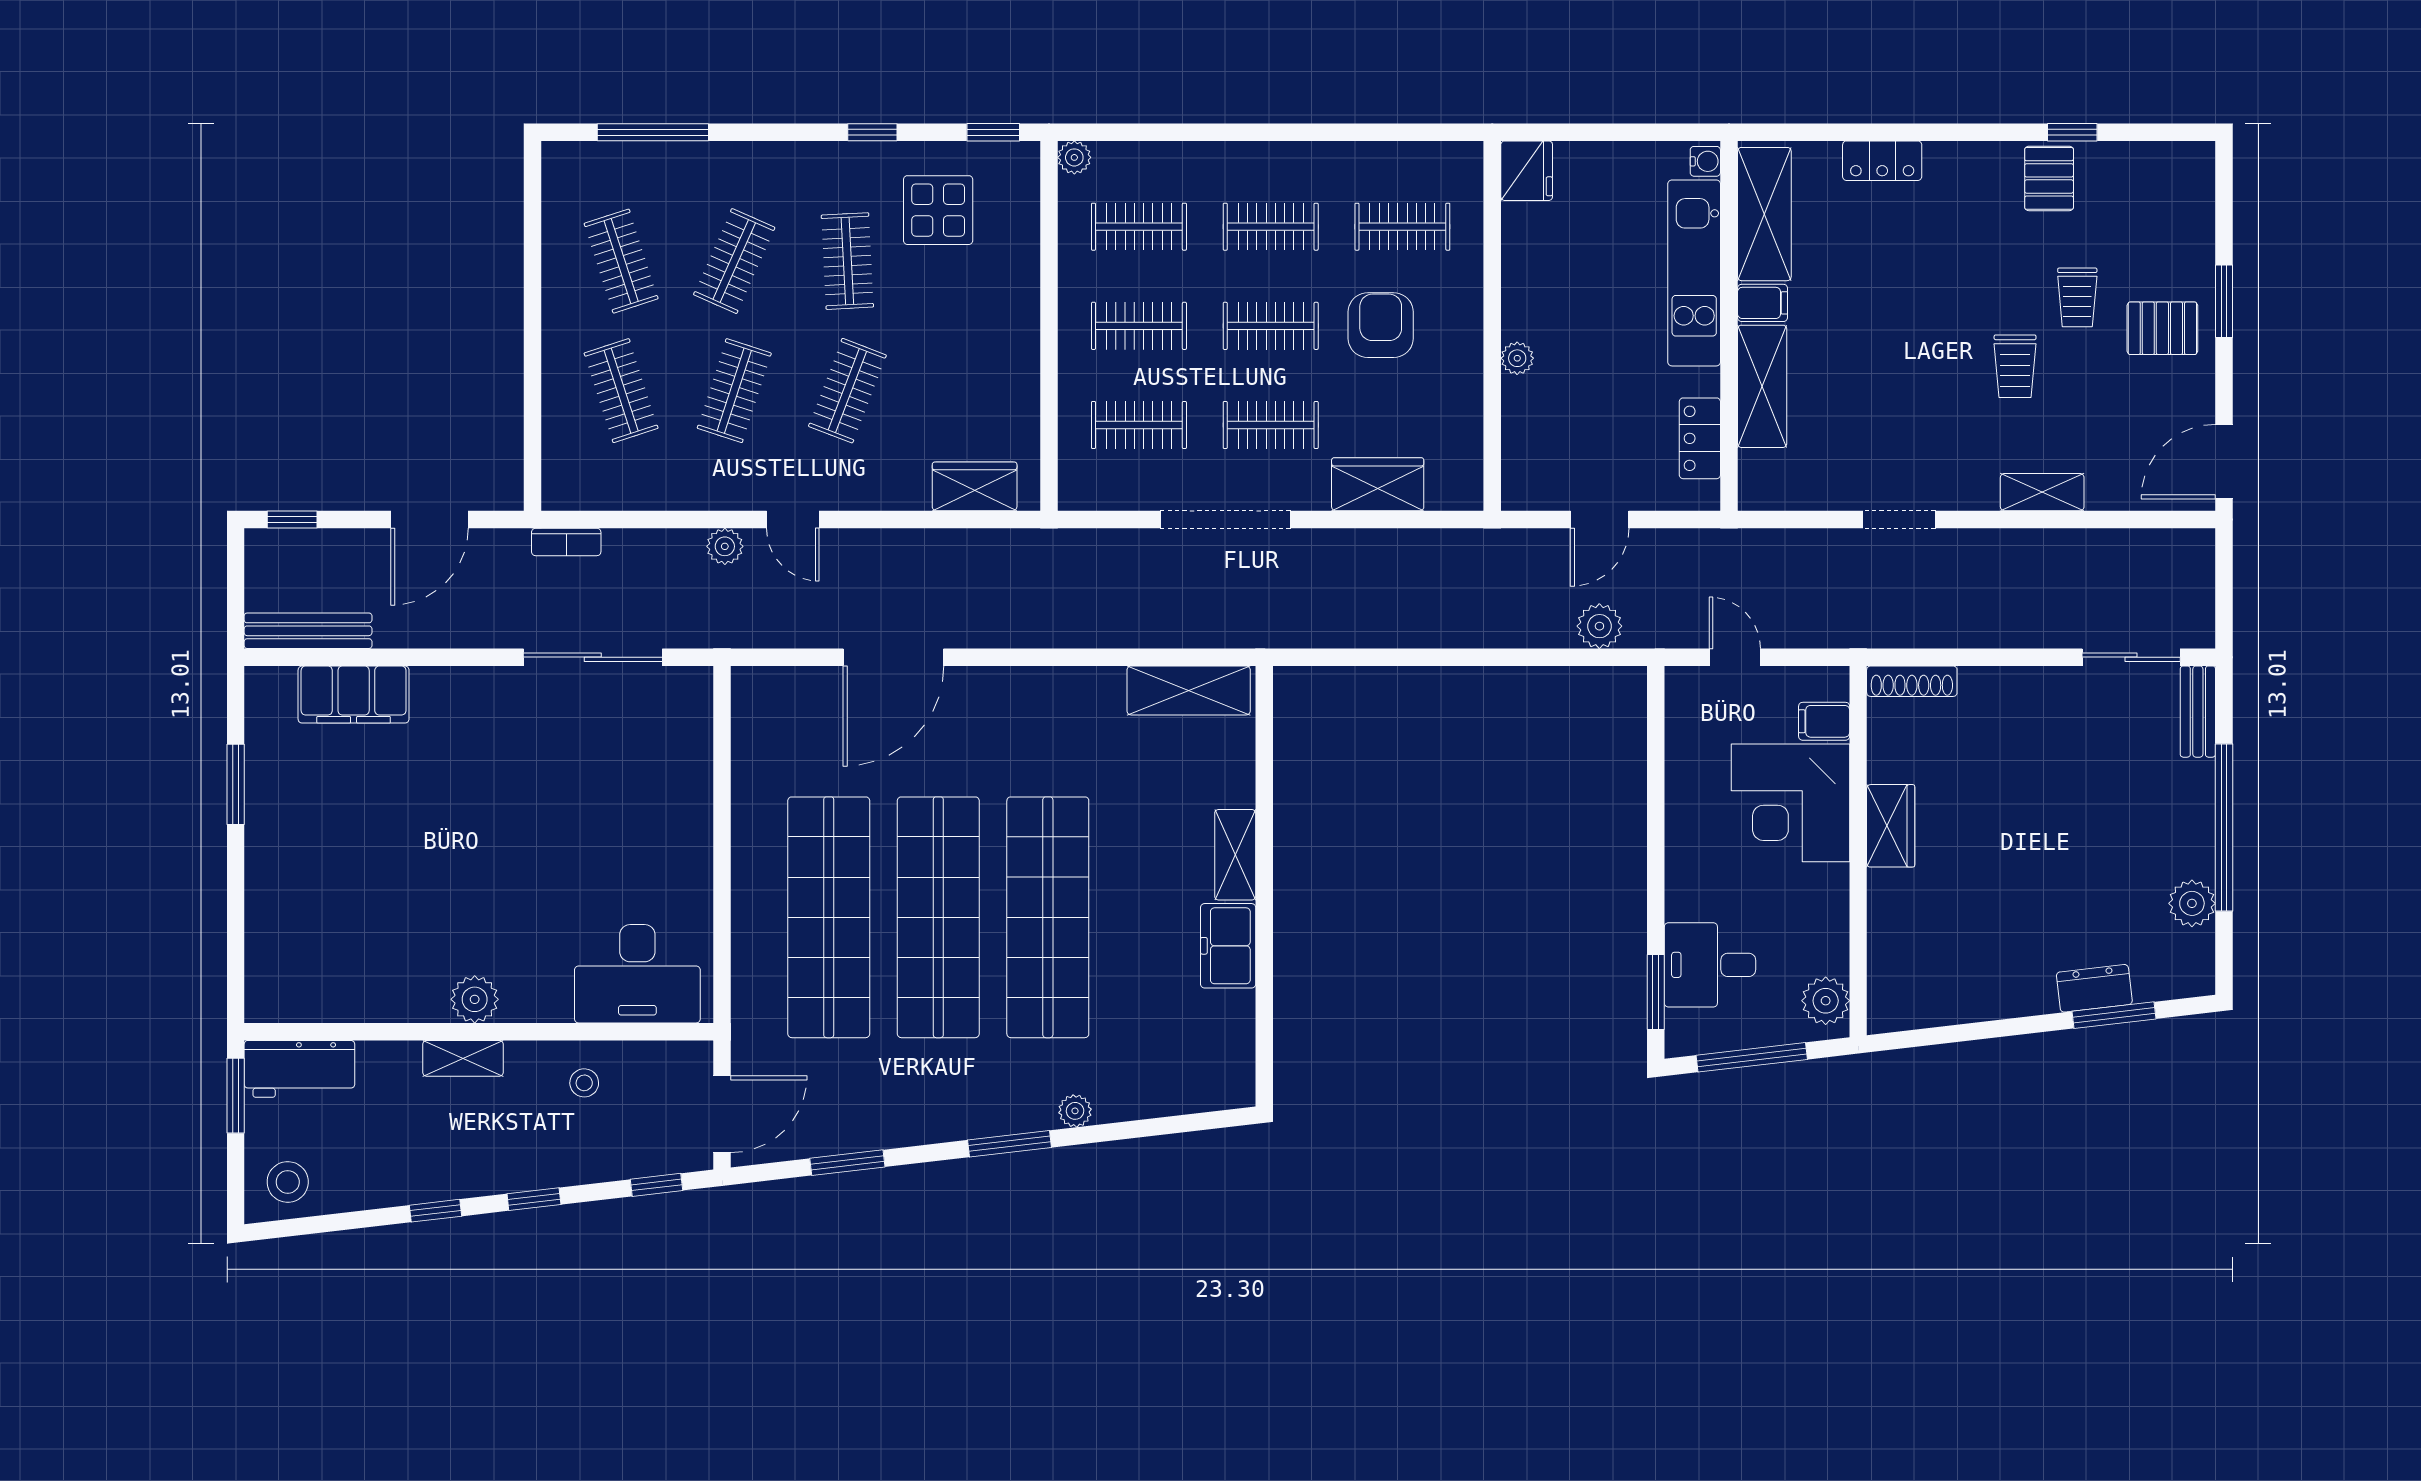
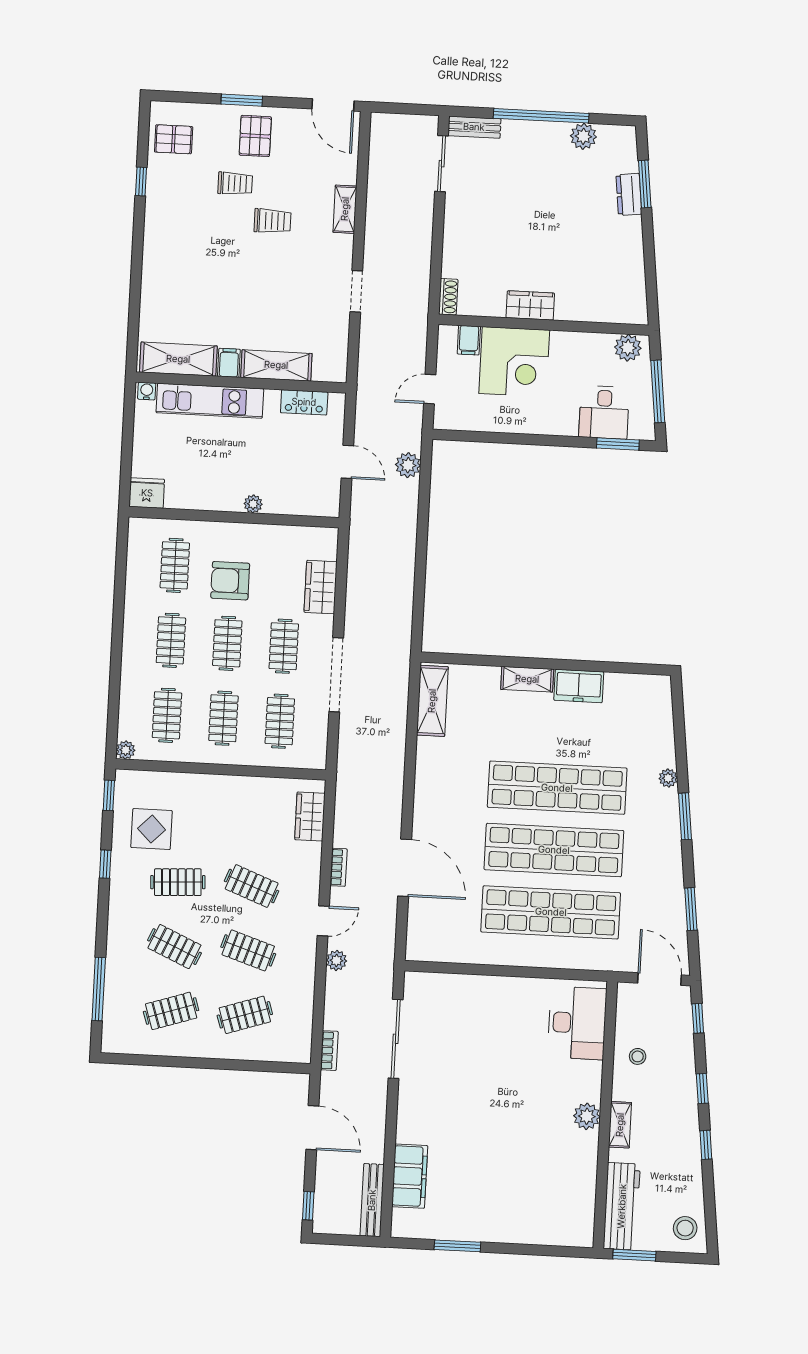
locker: (1882, 161) -> (152, 290), removed
pallet: (2049, 178) -> (174, 139), moved
bookcase: (888, 541) -> (339, 867), added
shoe rack: (1912, 681) -> (448, 297), width x0.70
workbench: (299, 1069) -> (622, 1206), width x1.38

